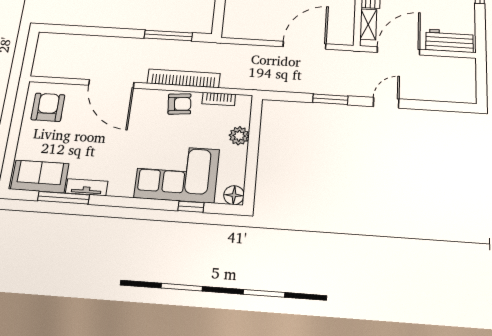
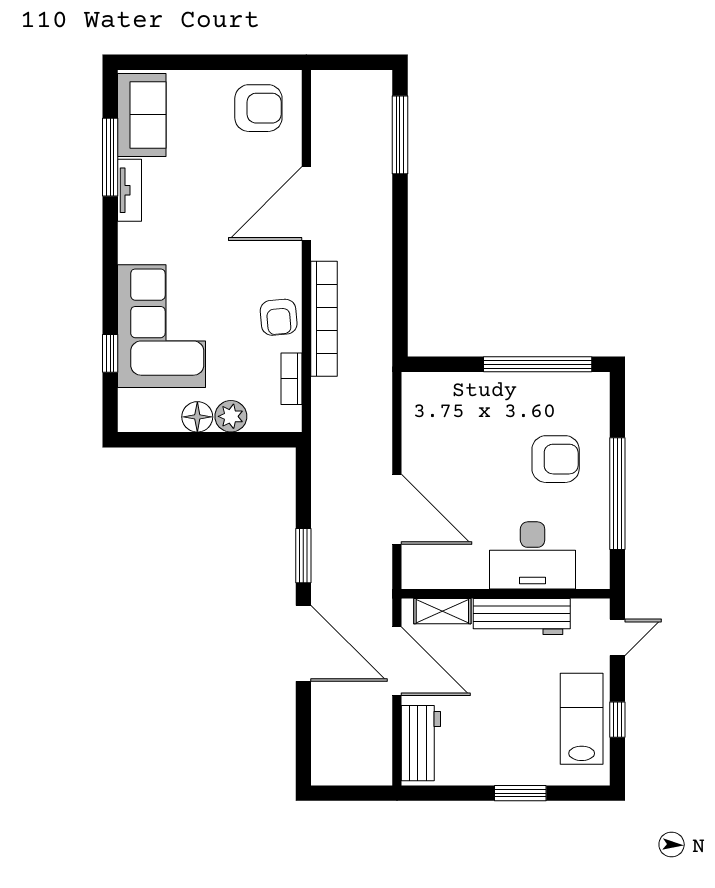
window: (168, 36) -> (400, 135), moved
door: (386, 103) -> (303, 643), width x1.87
floor lamp: (234, 195) -> (197, 417), moved

